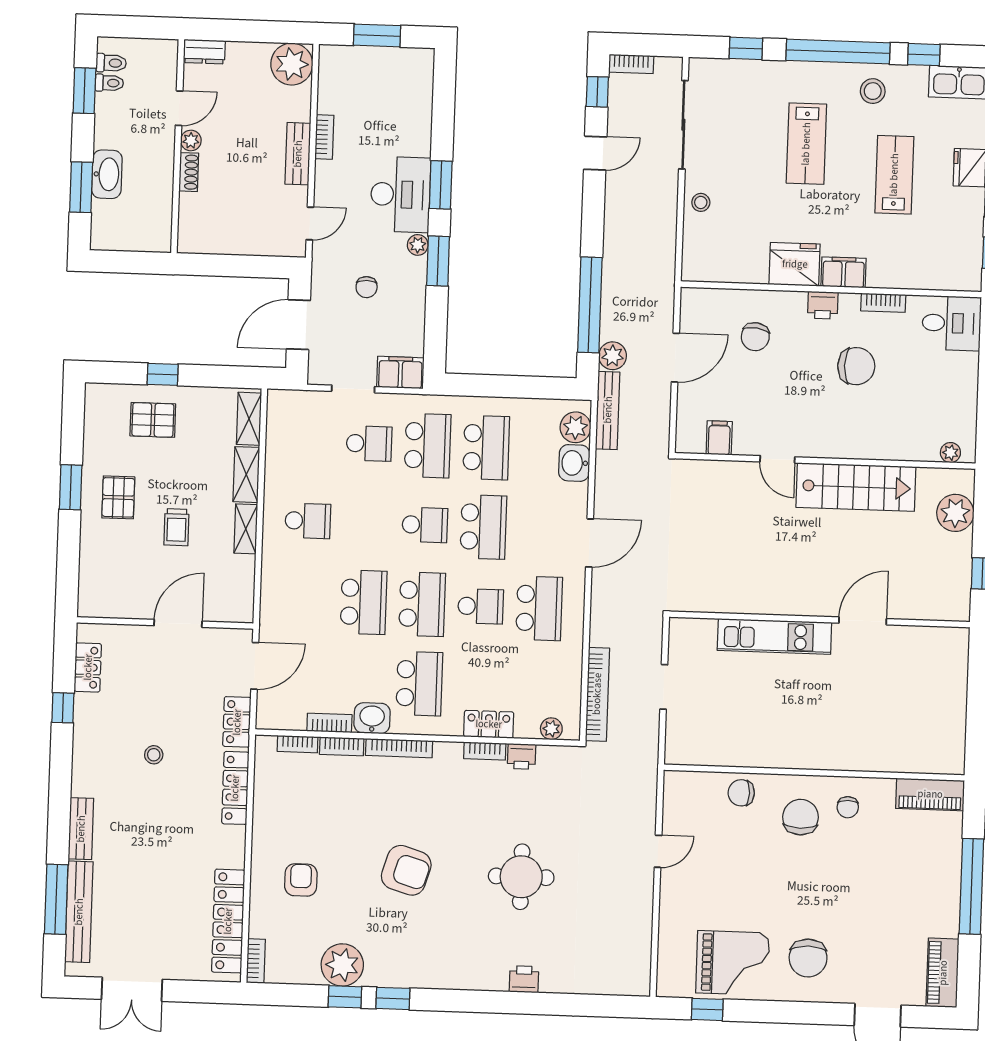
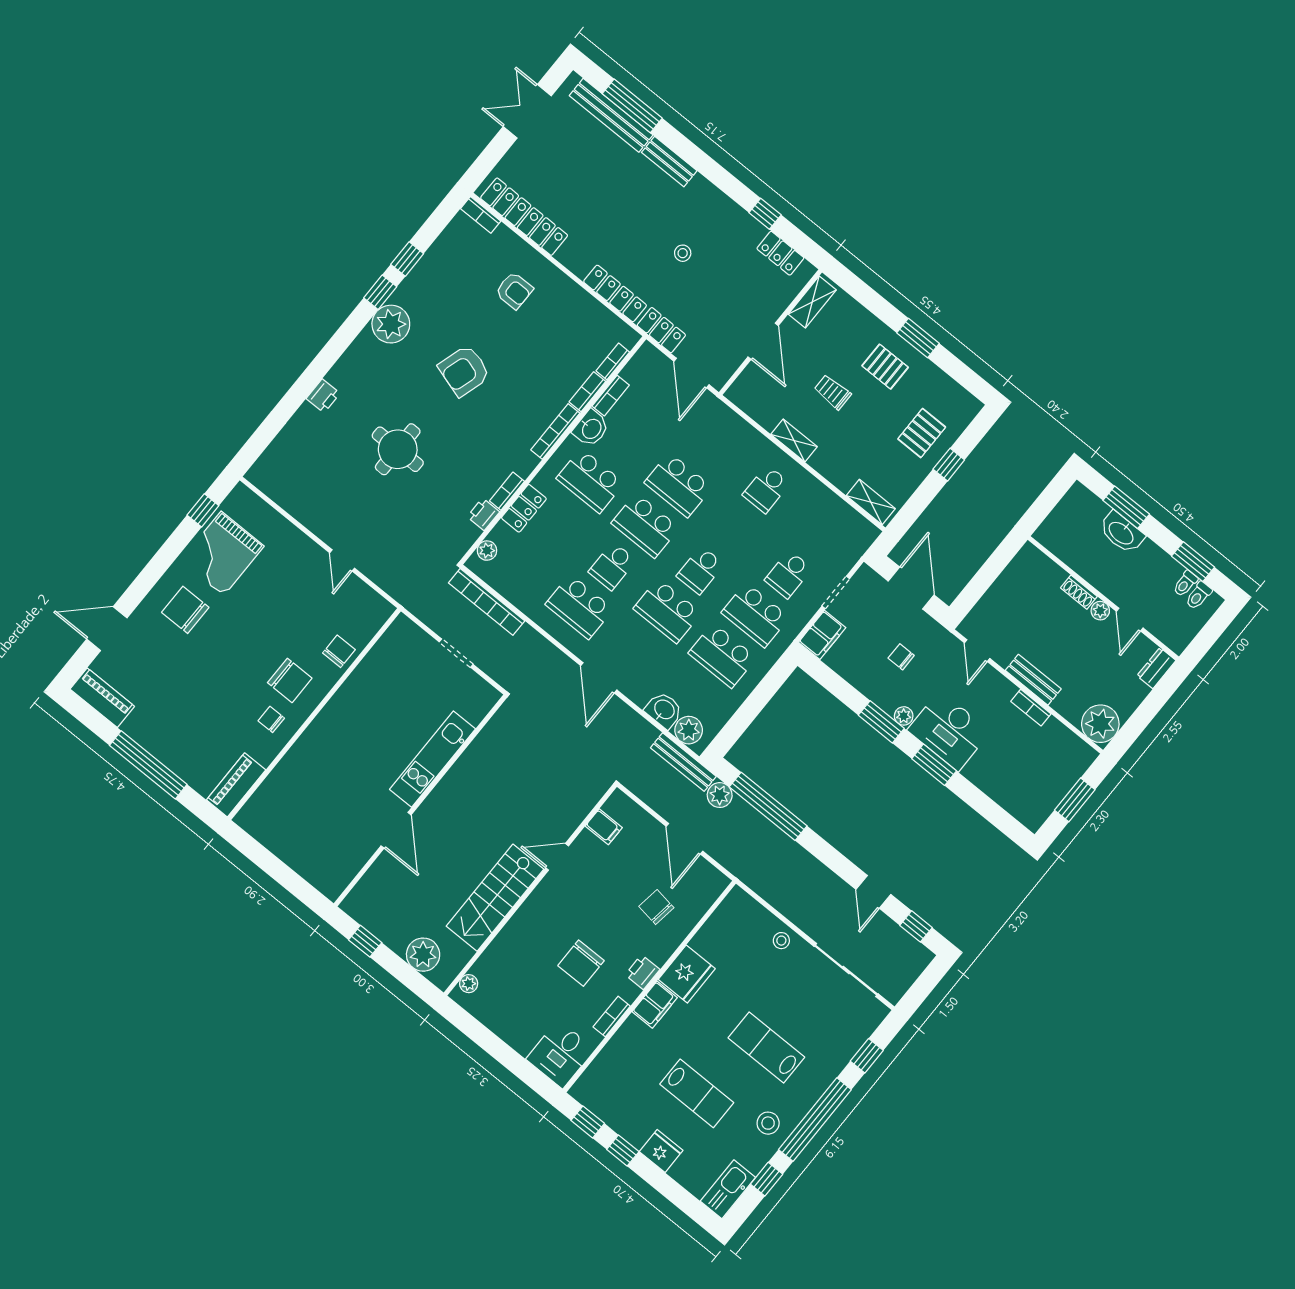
bookcase: (631, 64) -> (918, 966), removed
shelving: (246, 475) -> (812, 302), moved, turned 90
plant: (342, 965) -> (391, 324), moved

